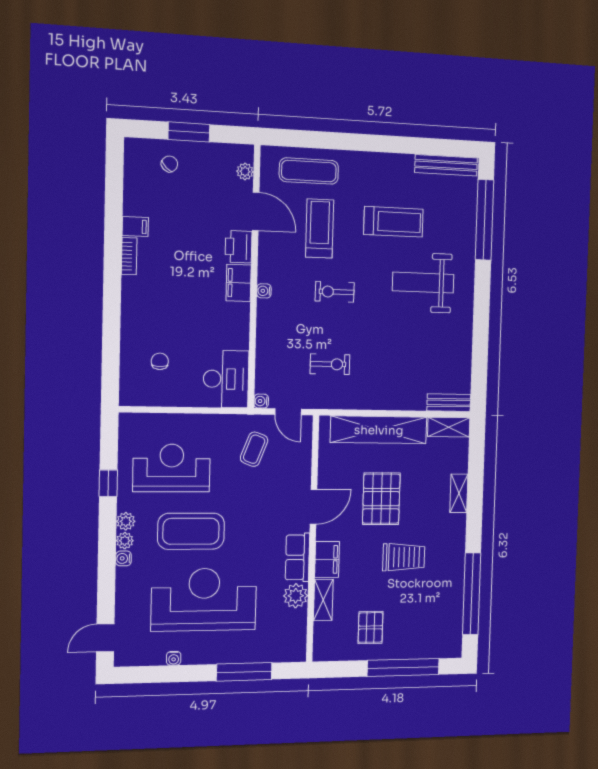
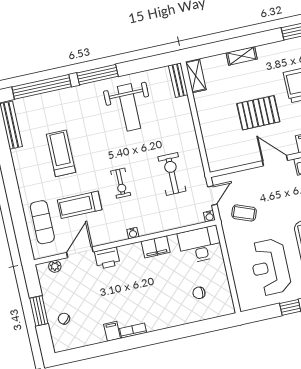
filing cabinet: (239, 283) -> (156, 247), moved
weight bench: (423, 283) -> (129, 107), moved
window: (482, 298) -> (97, 75), added
exercise bike: (330, 364) -> (172, 174), width x1.38, depth x1.39
shelving: (379, 430) -> (210, 127), removed

